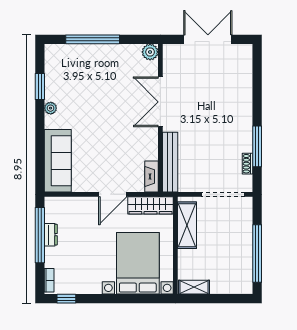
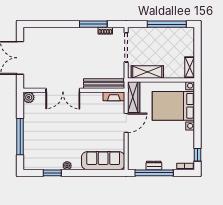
door: (113, 194) -> (126, 123), hinge flipped

